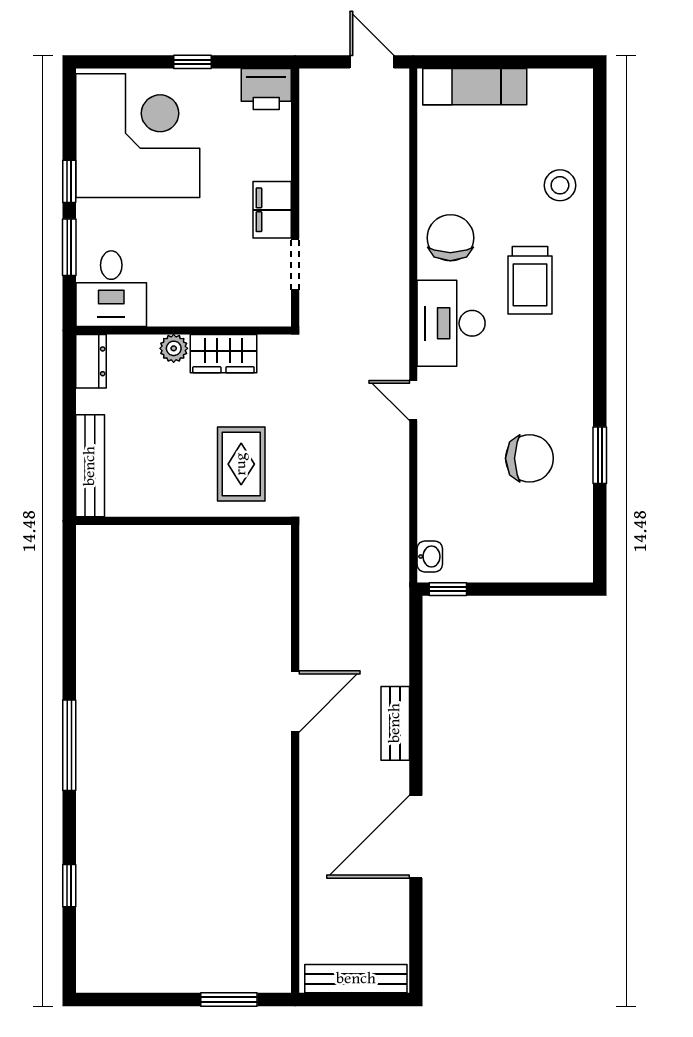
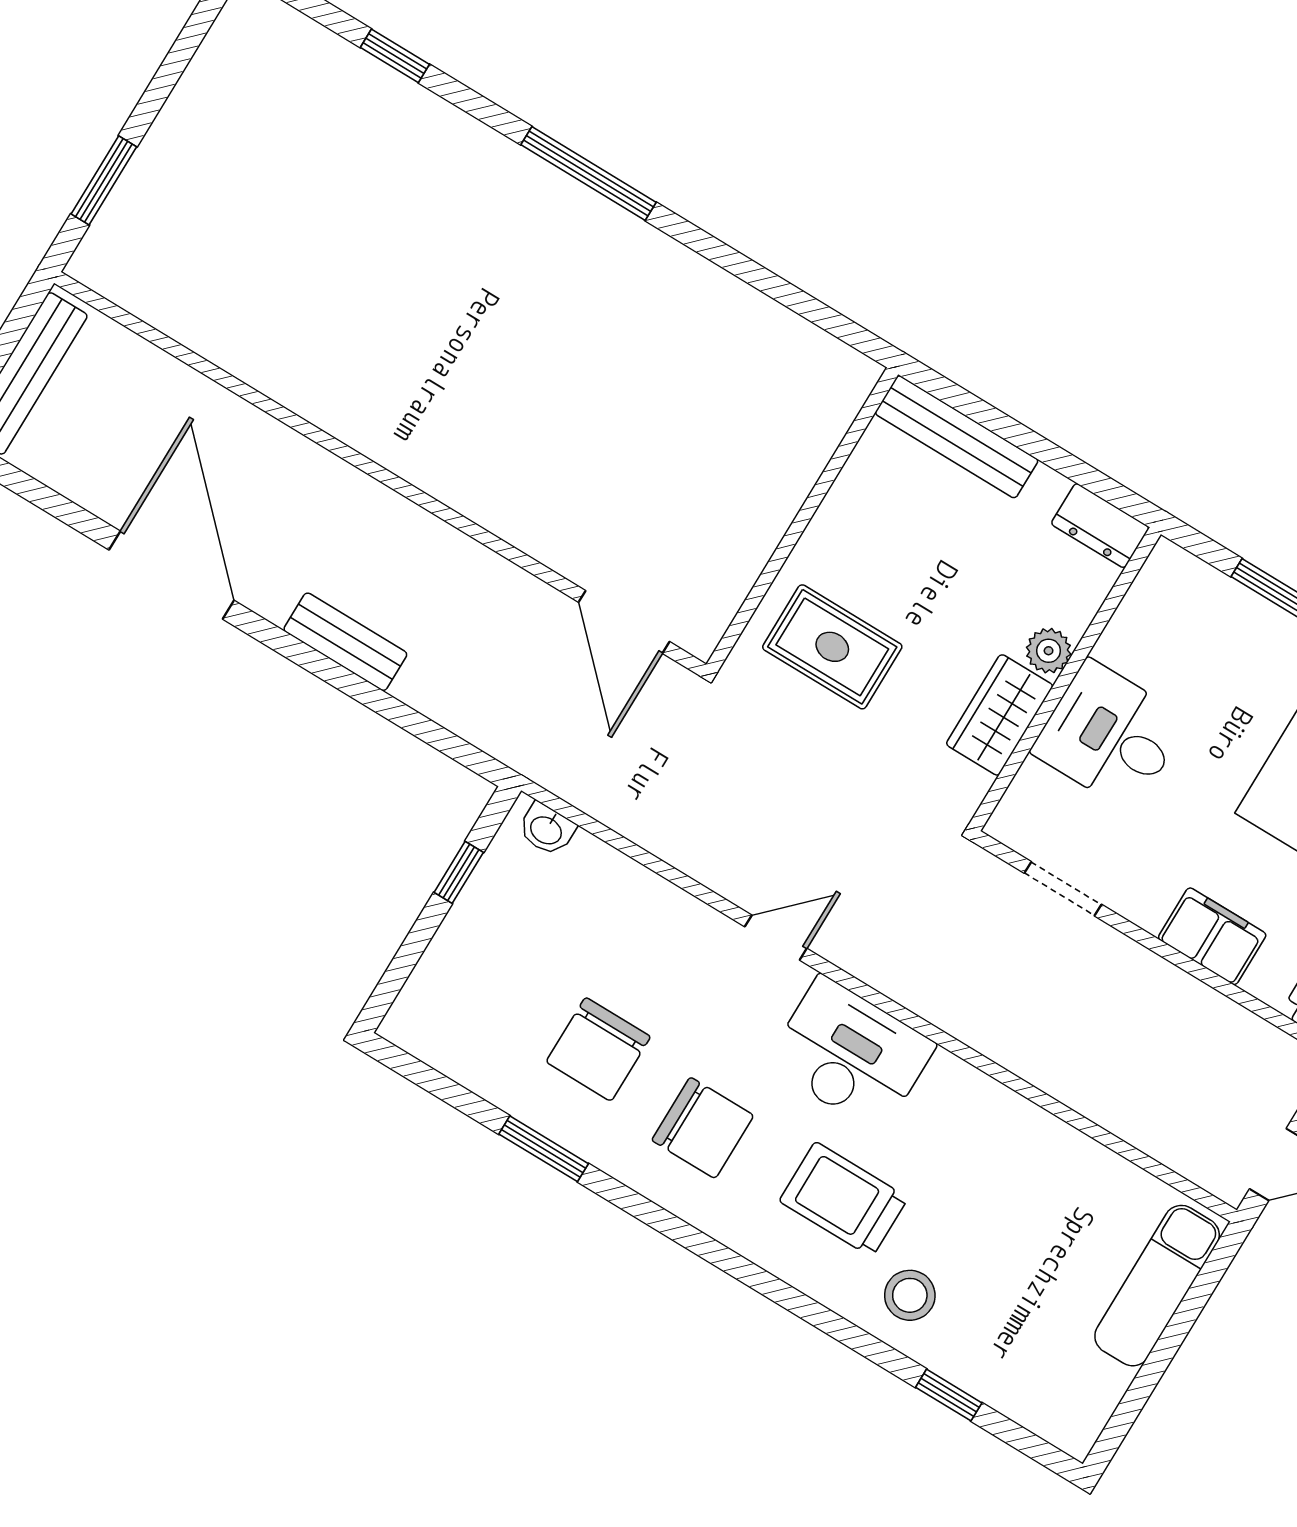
window: (600, 162) -> (949, 1395), added
stool: (560, 185) -> (910, 1295), moved
filing cabinet: (272, 210) -> (1212, 936), moved
chair: (450, 238) -> (703, 1128), moved
desk: (111, 289) -> (1110, 736), moved
window: (448, 589) -> (459, 872), moved
door: (295, 702) -> (624, 622), moved

